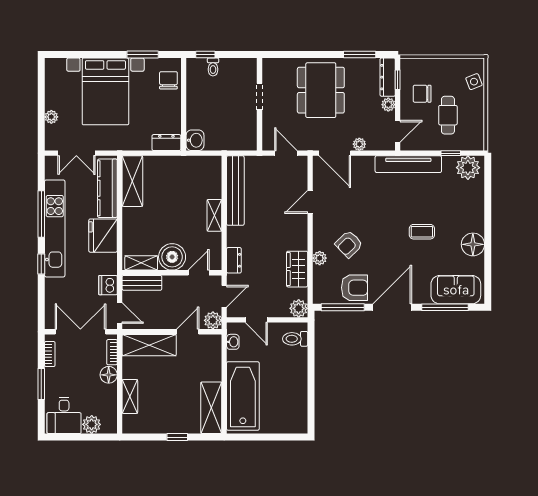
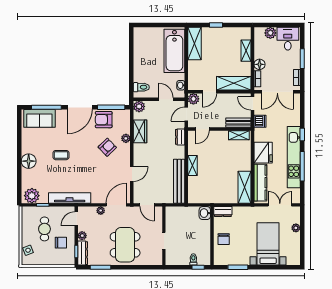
chair: (168, 80) -> (224, 239), moved
bed with nightstands: (105, 91) -> (268, 244), width x0.73
door: (335, 153) -> (116, 205), hinge flipped
floor lamp: (473, 244) -> (29, 161), moved
boiler: (172, 257) -> (219, 139), removed

